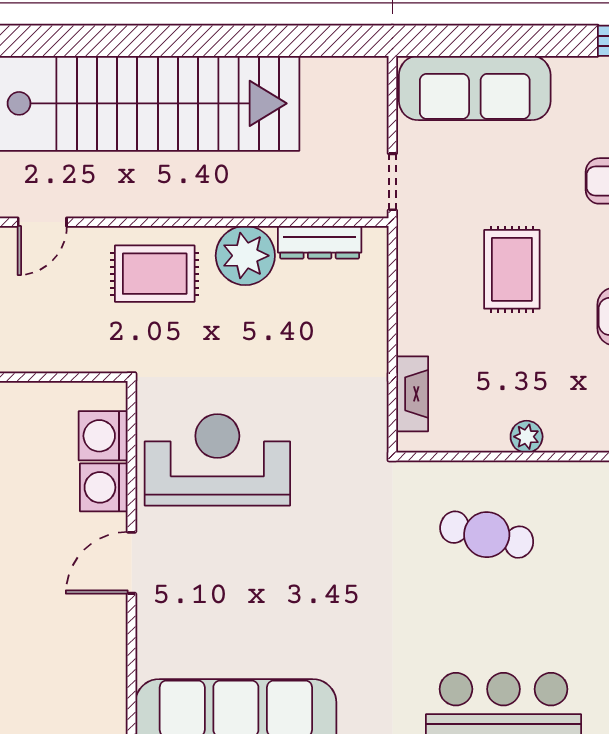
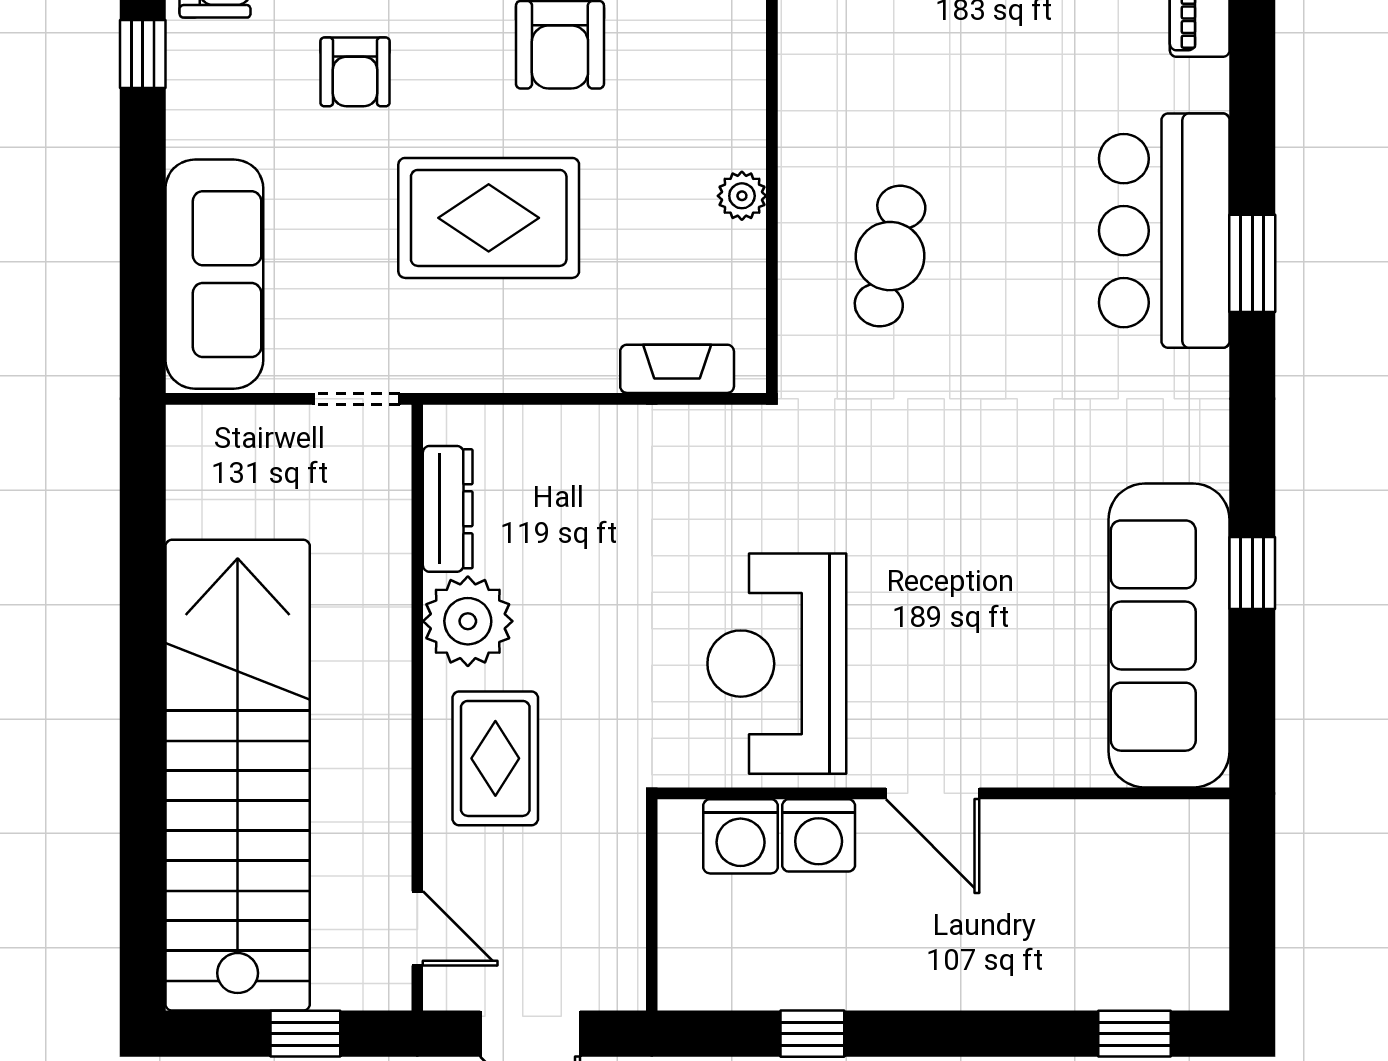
rug: (512, 269) -> (489, 218), width x1.36, depth x1.43

